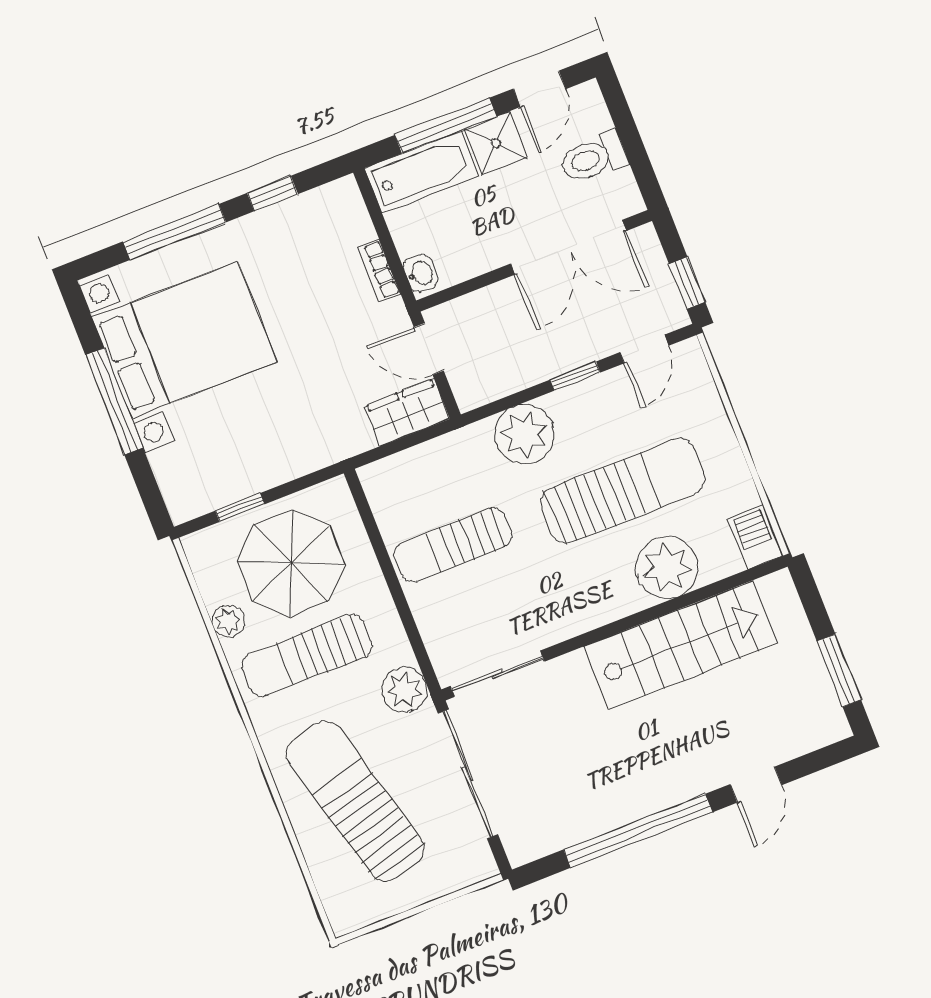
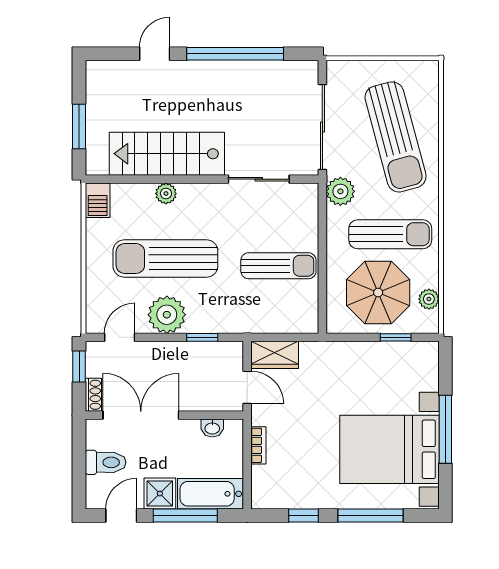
shoe rack: (650, 250) -> (93, 395), added
washbasin: (421, 273) -> (212, 428), moved, turned -90
window: (575, 376) -> (202, 337), moved
plant: (524, 434) -> (167, 315), moved
plant: (667, 568) -> (166, 194), width x0.53, depth x0.53
plant: (228, 621) -> (429, 299), moved
window: (839, 670) -> (79, 126), moved
sliding door: (497, 674) -> (259, 179), moved

